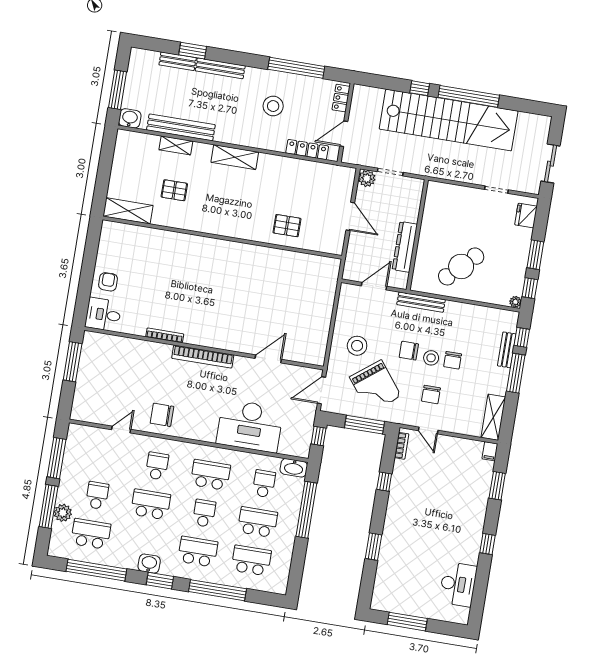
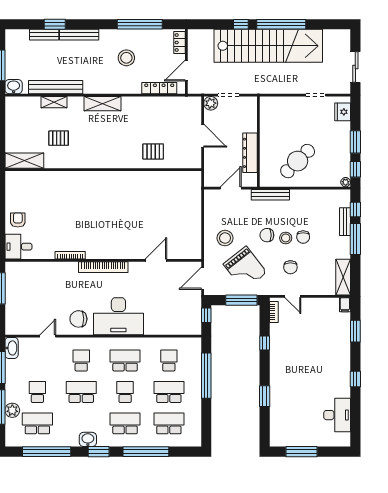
desk: (250, 426) -> (118, 316), moved
washbasin: (294, 468) -> (12, 348), moved, turned -90

